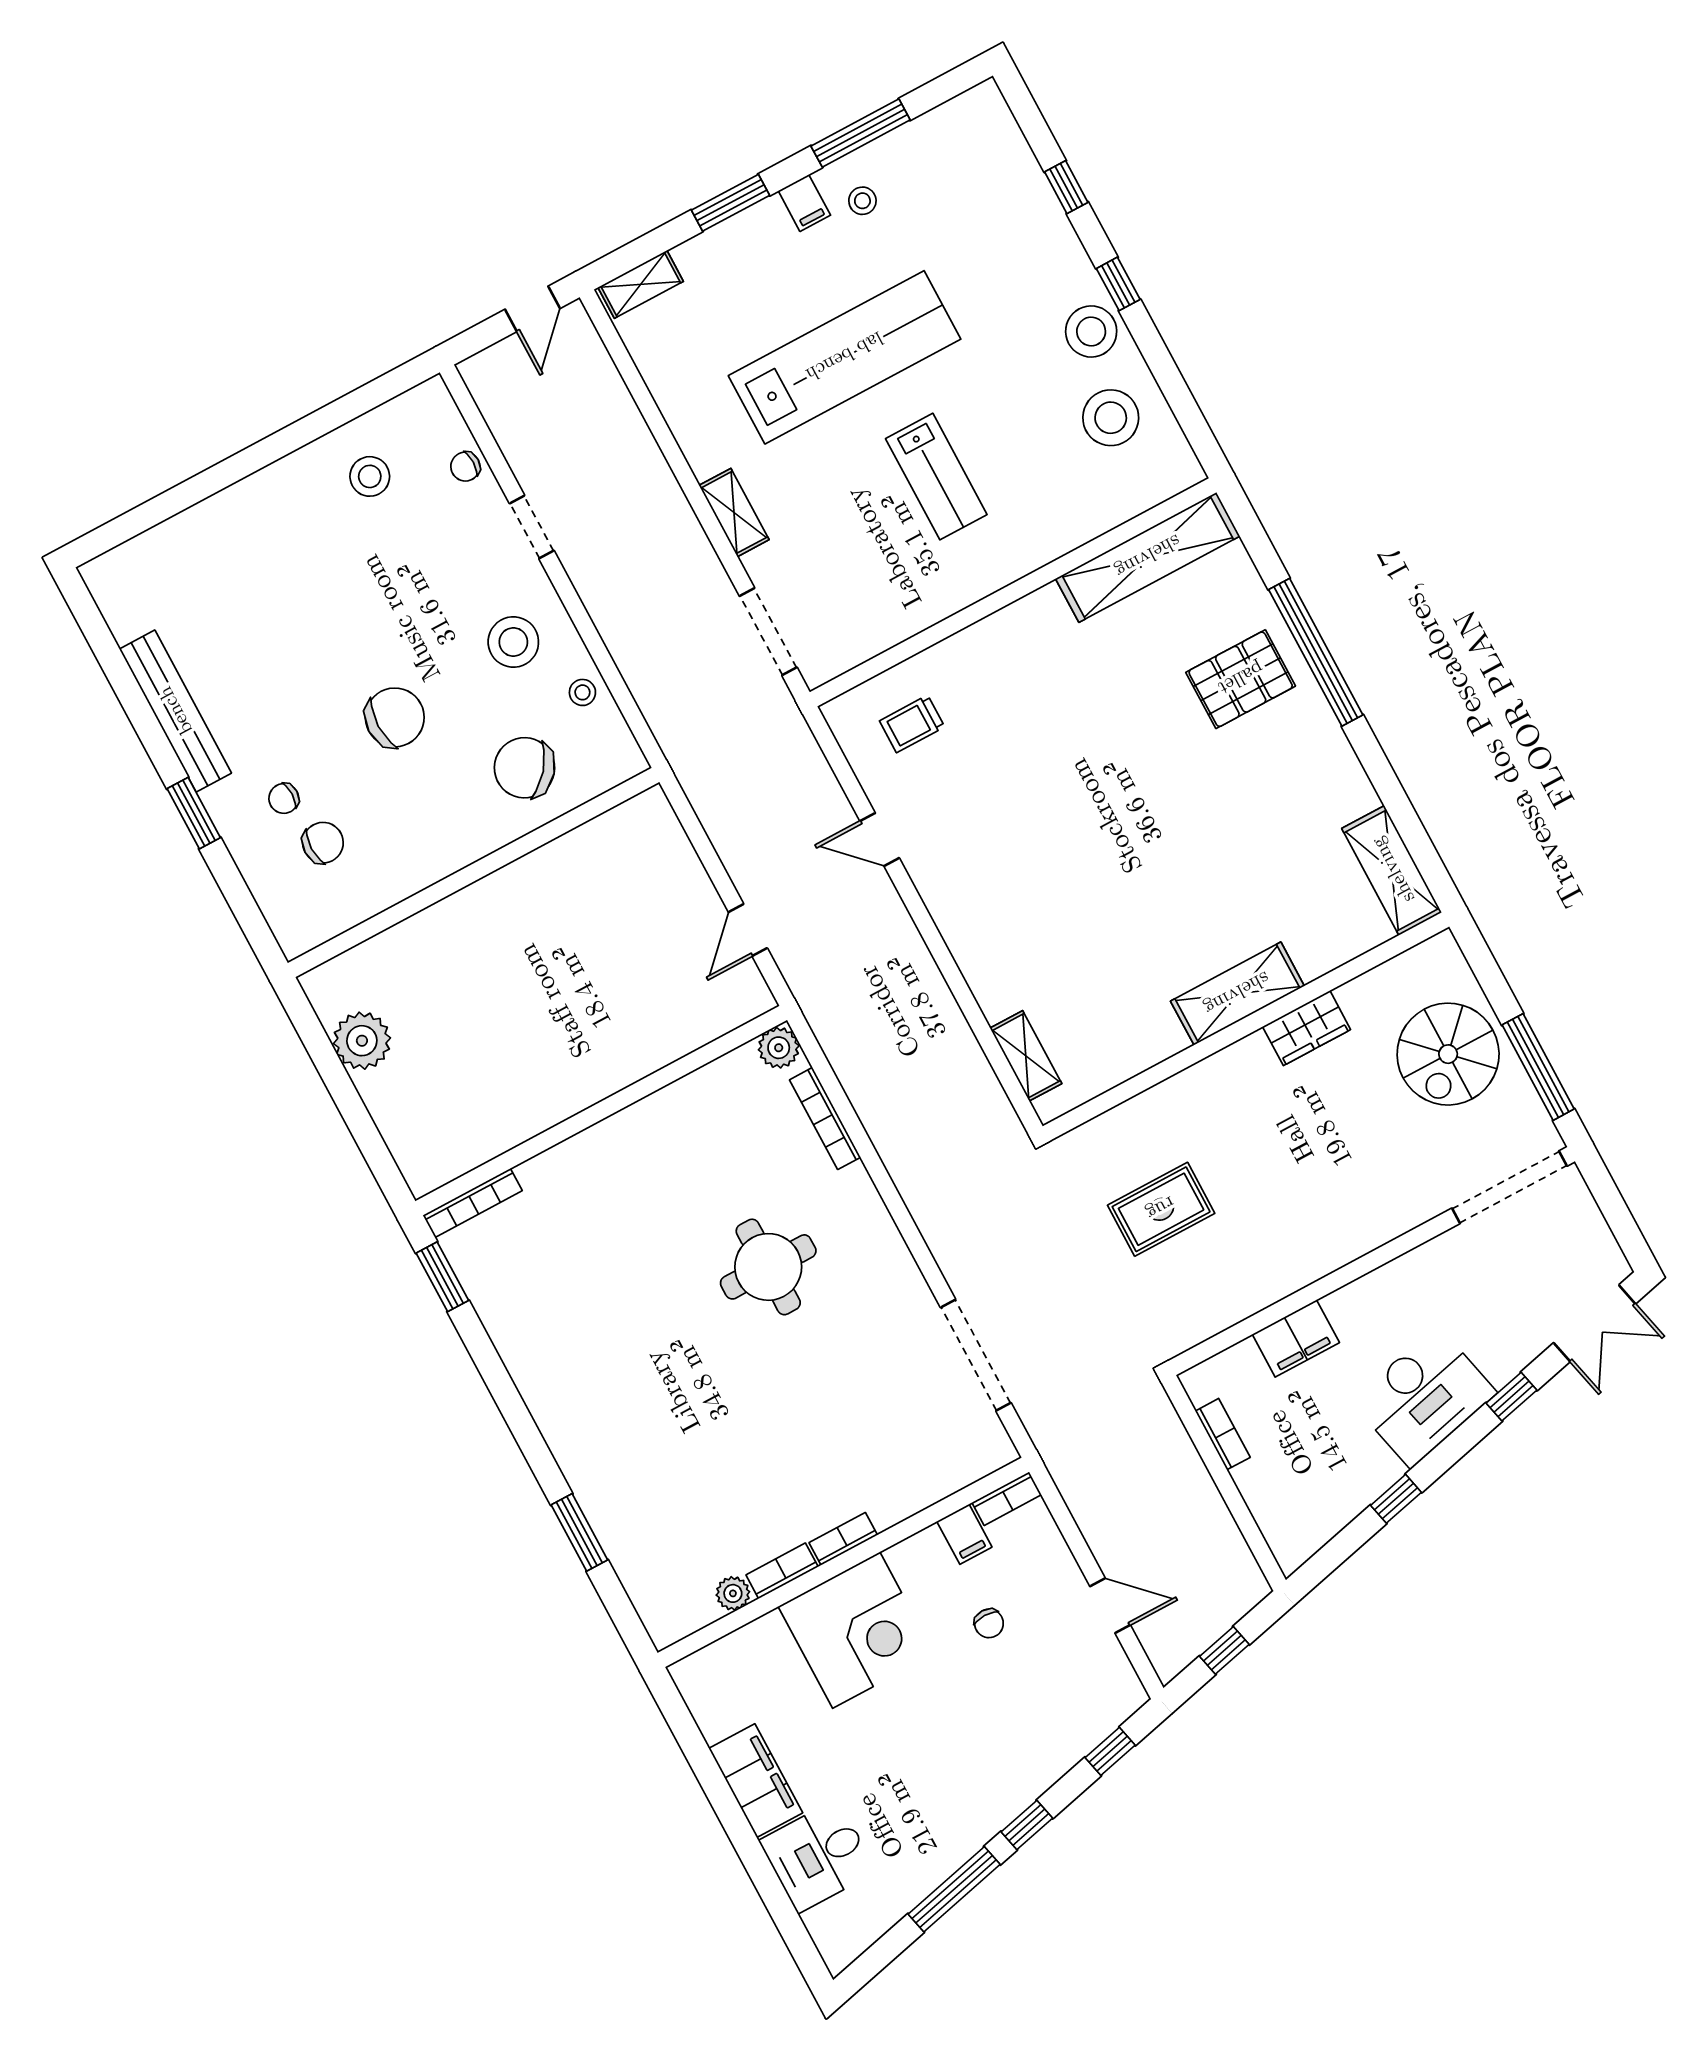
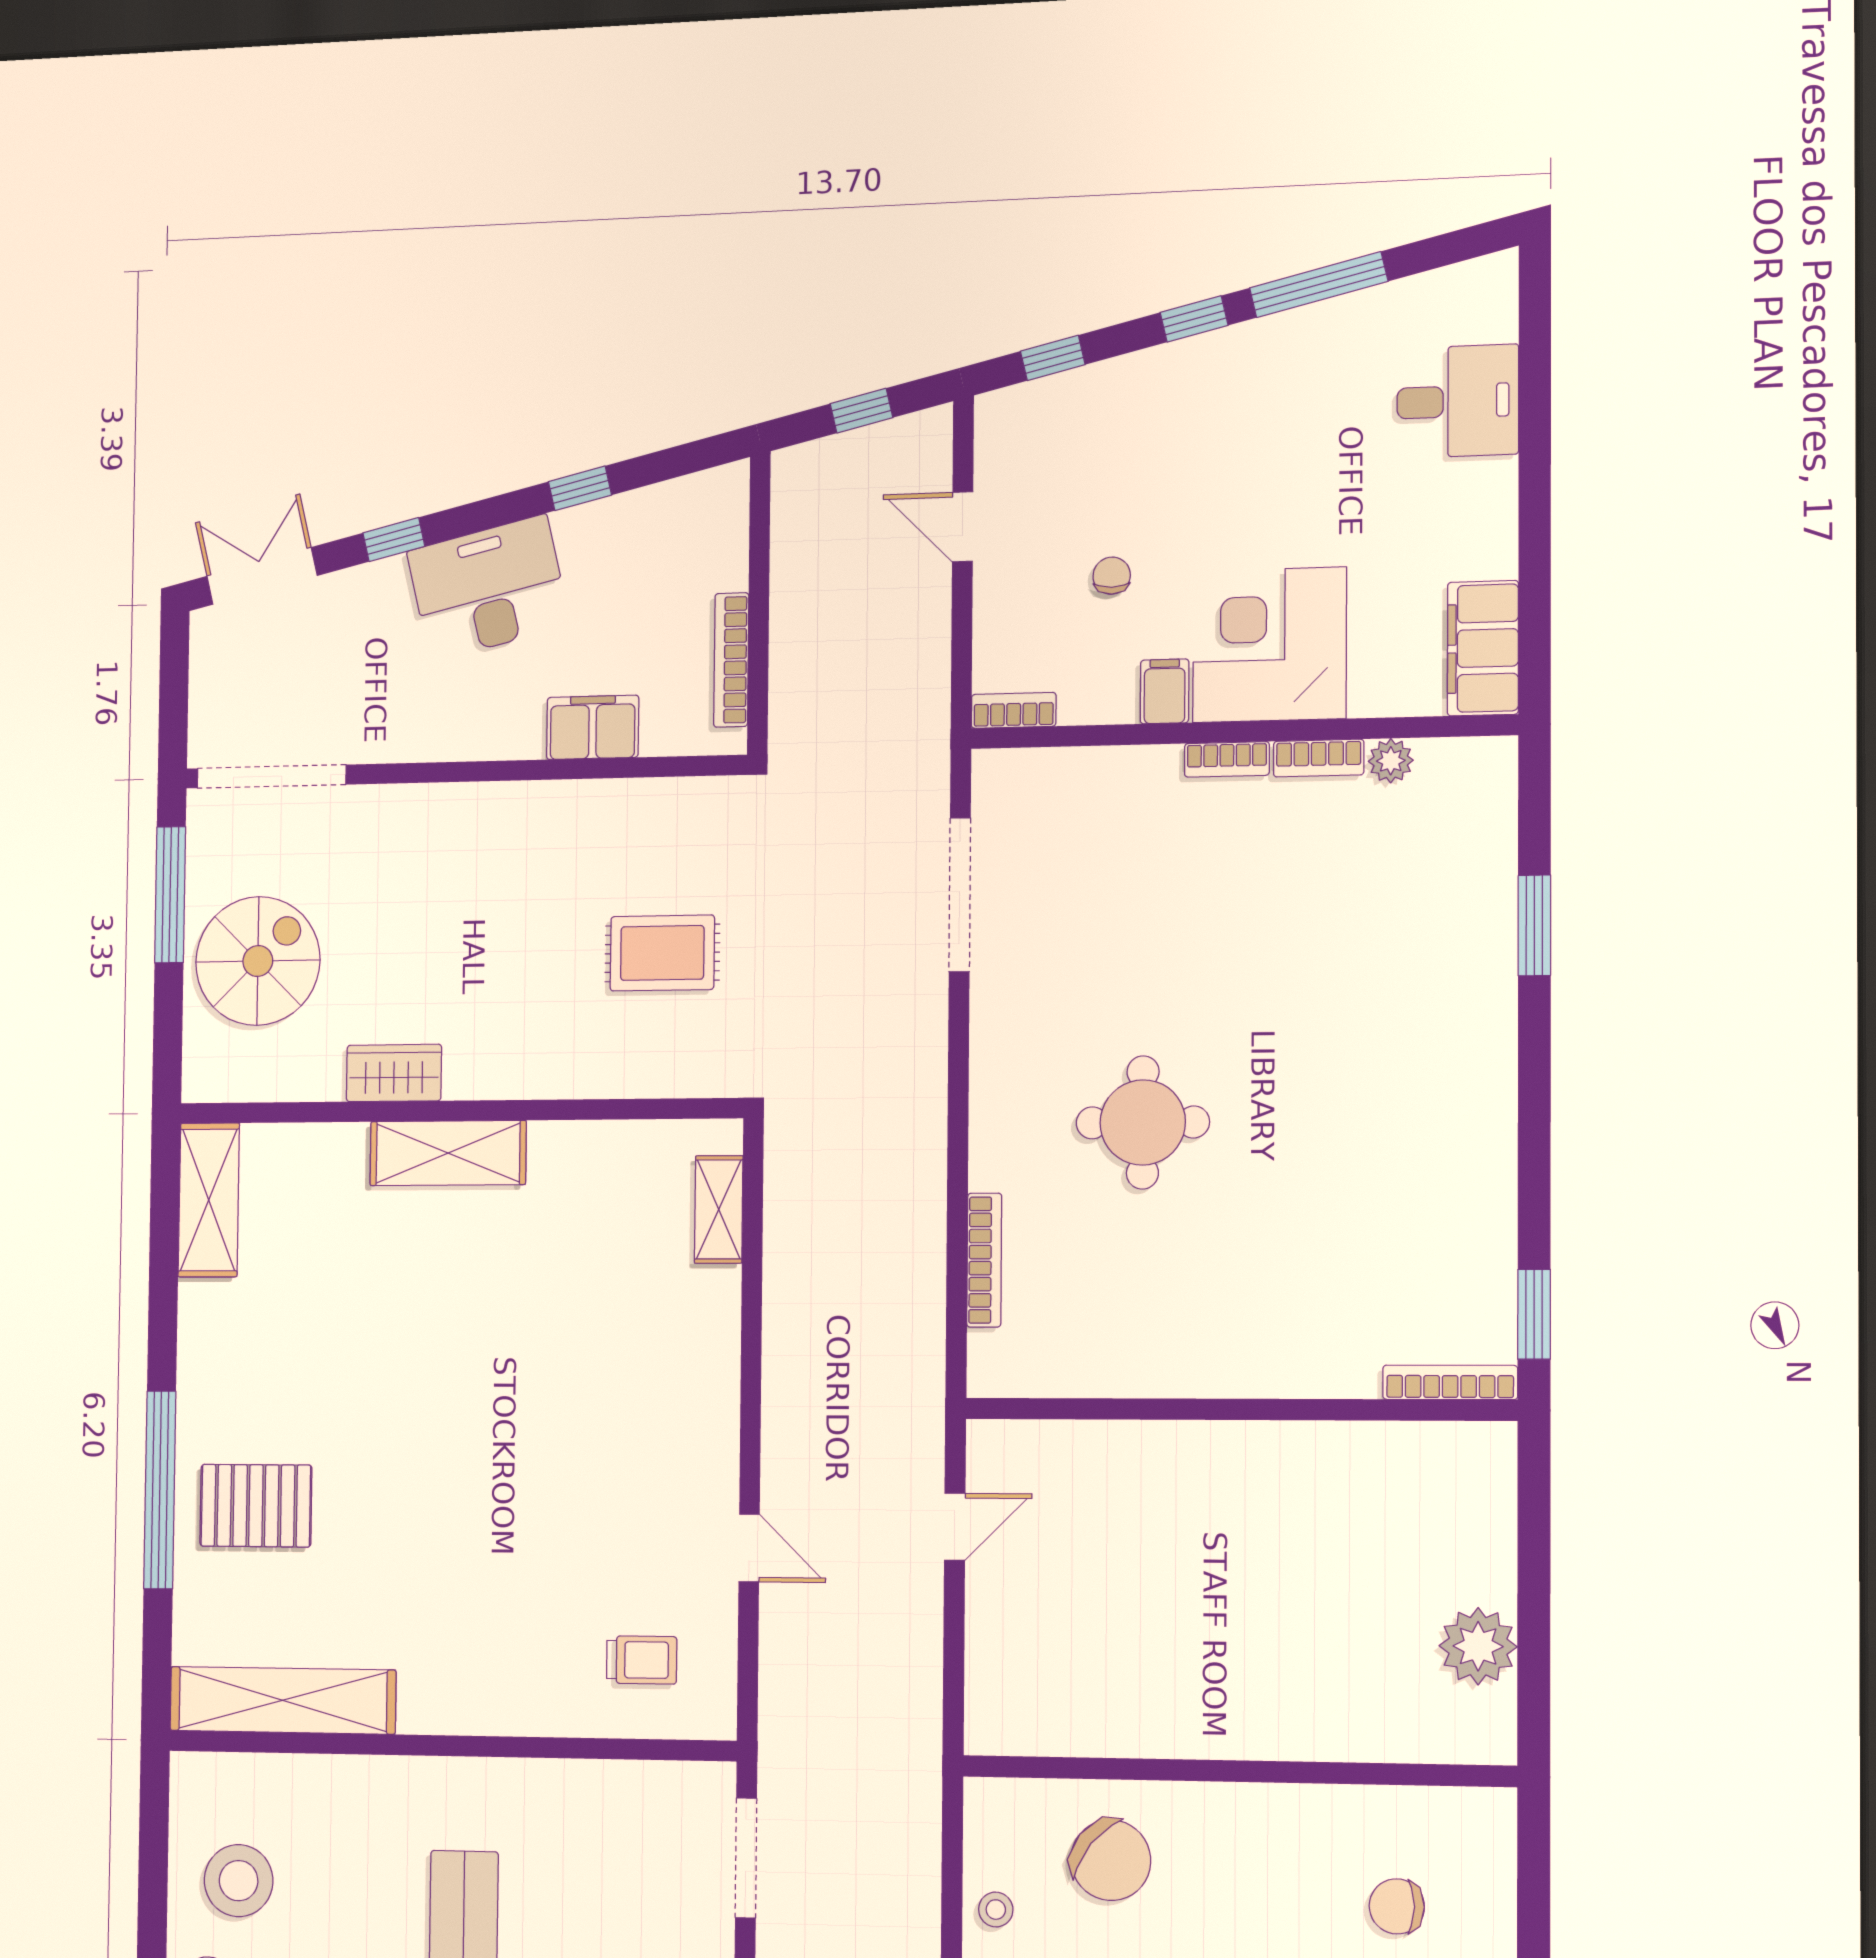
plant: (779, 1048) -> (993, 1371), removed
bookcase: (1223, 1434) -> (731, 660), width x1.56
filing cabinet: (964, 1534) -> (1165, 691), moved
filing cabinet: (756, 1781) -> (1483, 648), moved

